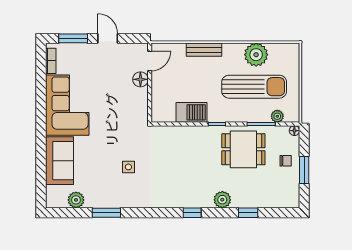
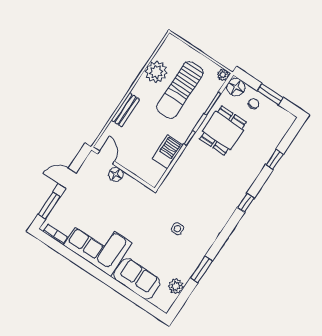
sun lounger: (254, 87) -> (180, 90), turned 180
plant: (277, 116) -> (223, 75), moved
floor lamp: (294, 131) -> (236, 87), width x1.89, depth x1.89
plant: (222, 200) -> (251, 173), removed

